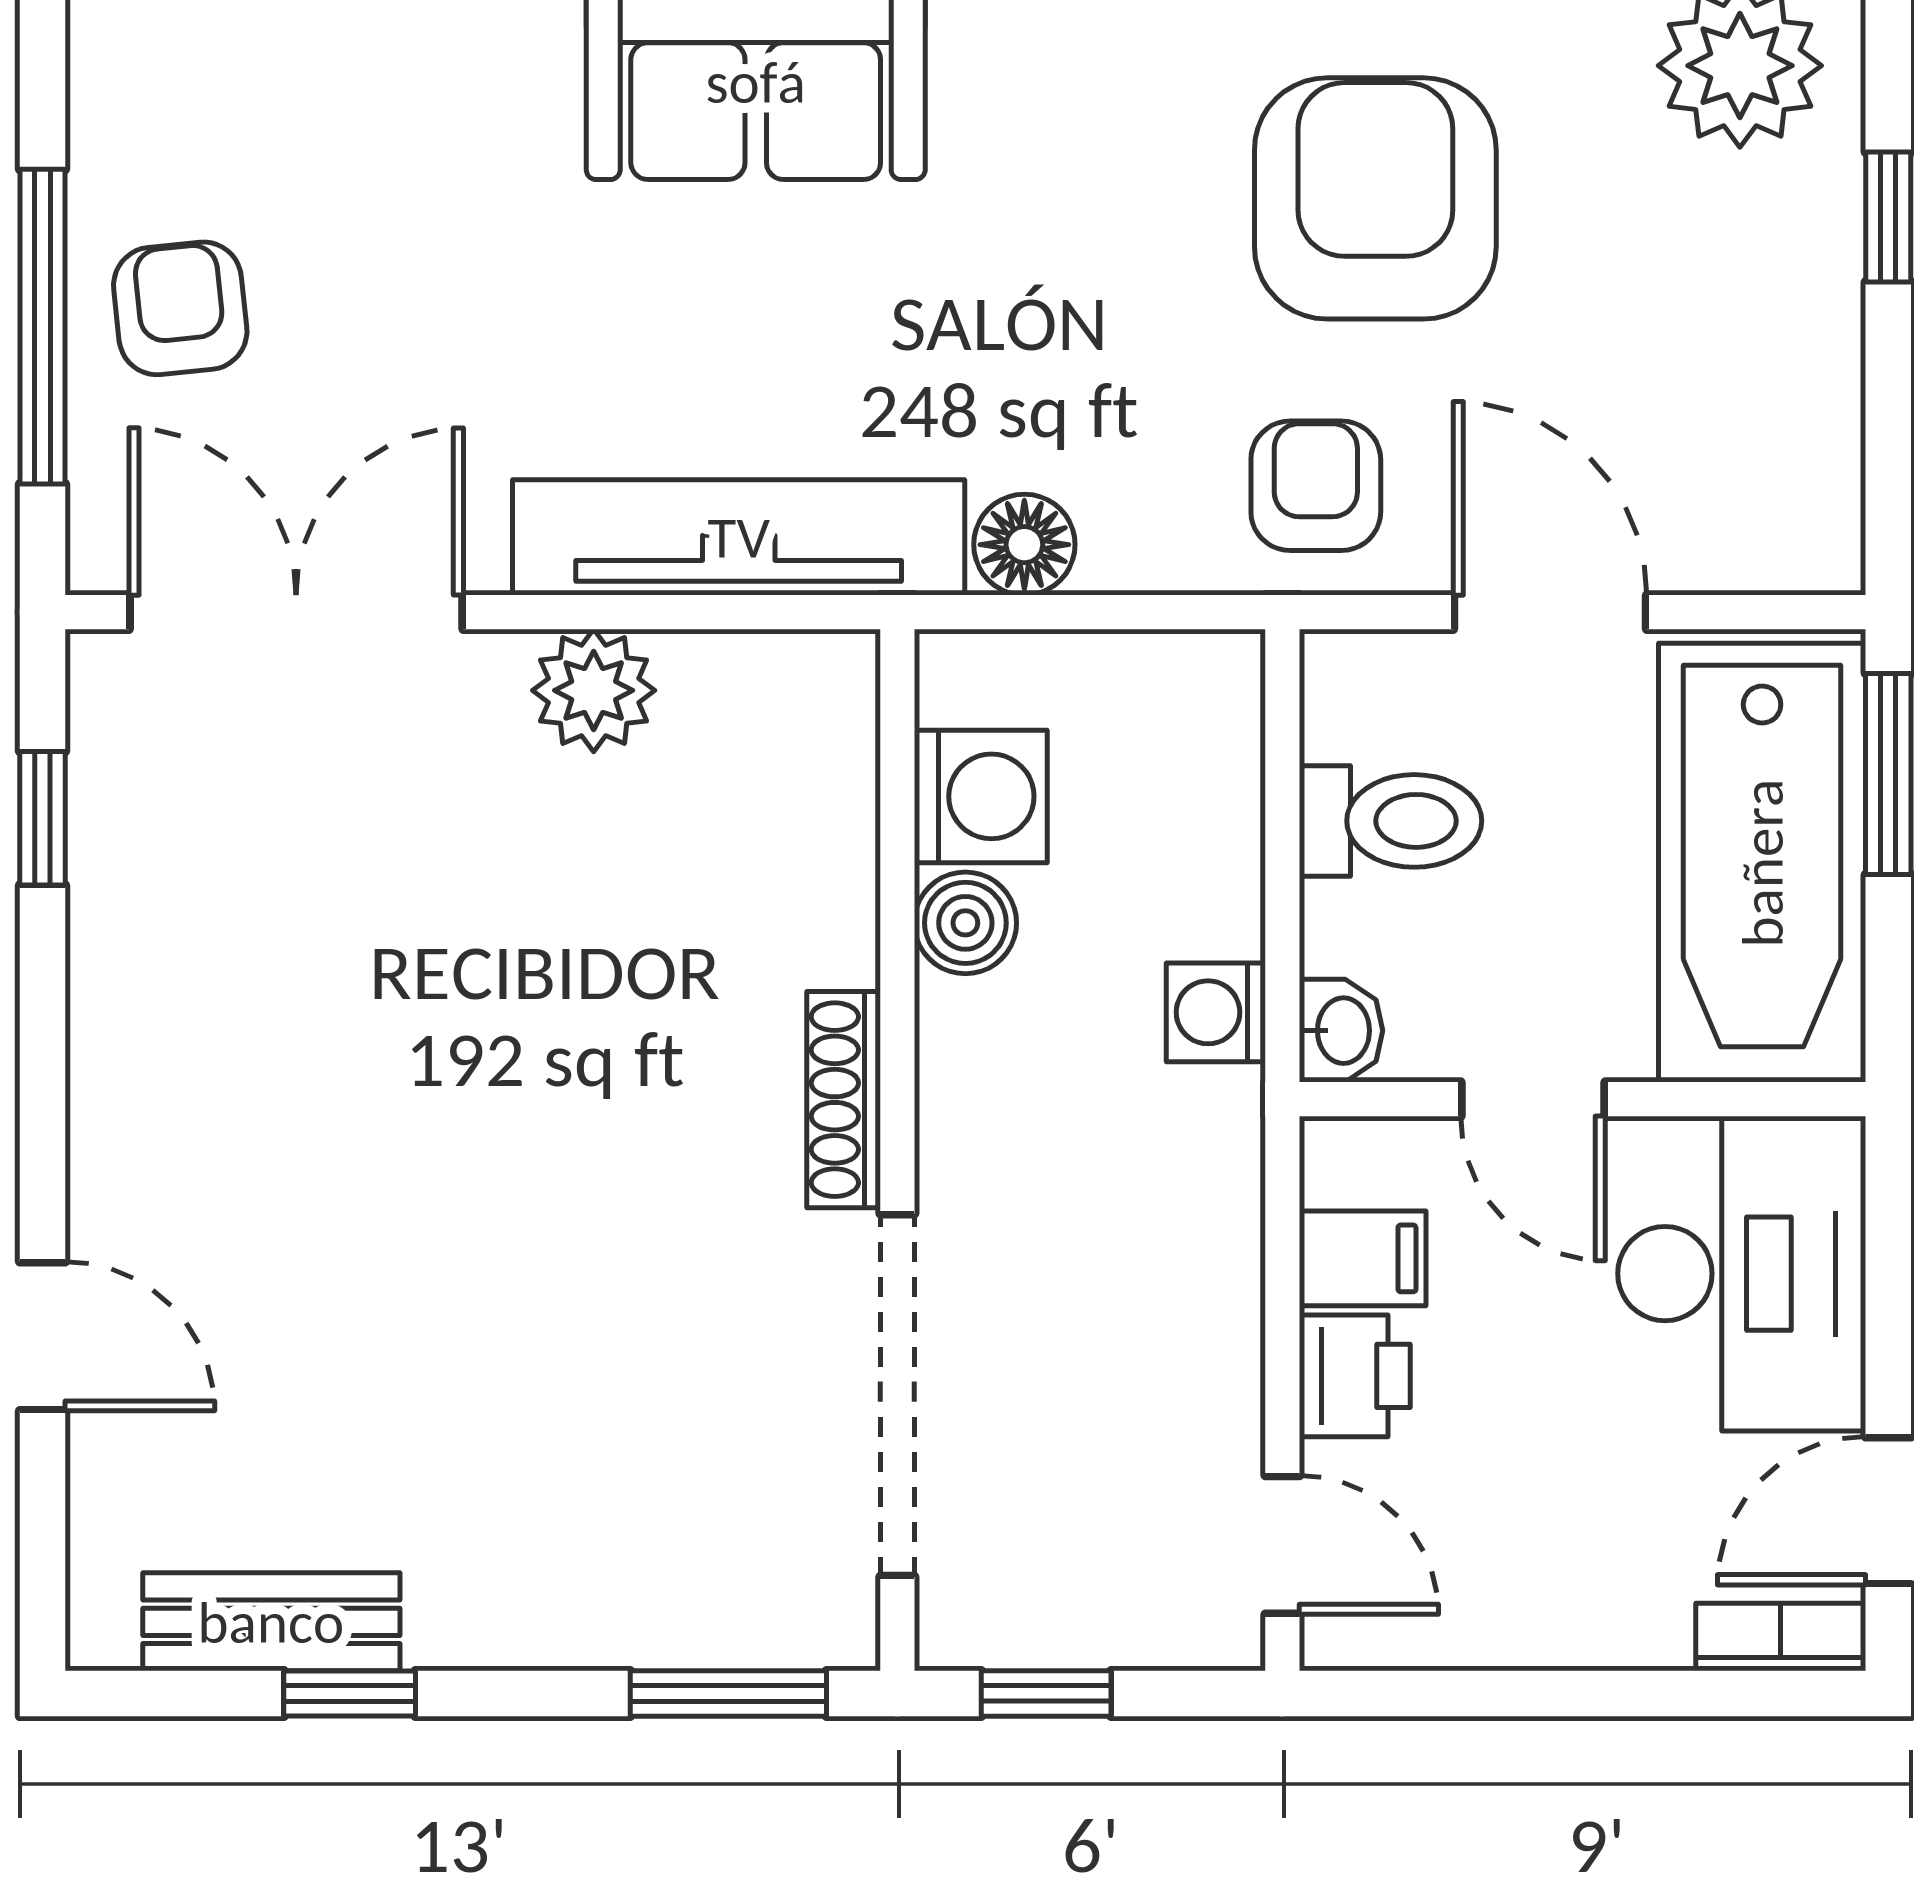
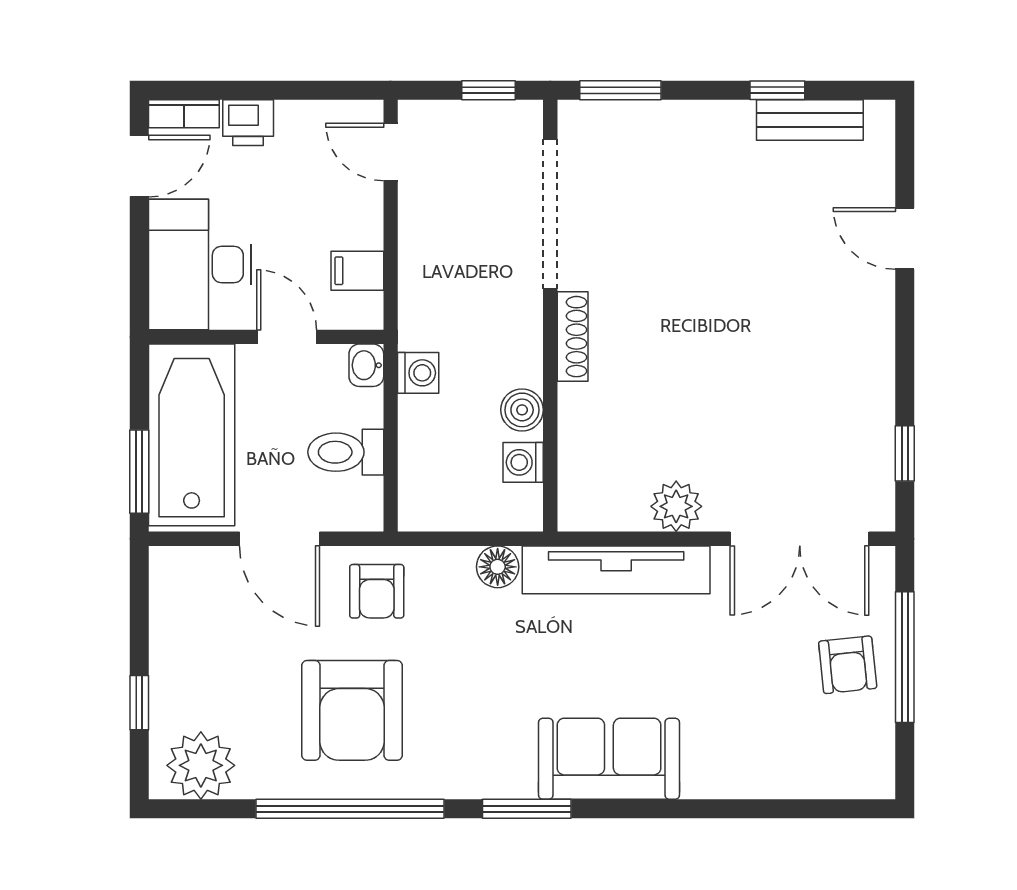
washing machine: (981, 796) -> (523, 462), width x0.73, depth x0.73
printer: (1355, 1376) -> (248, 123), moved, turned -90

